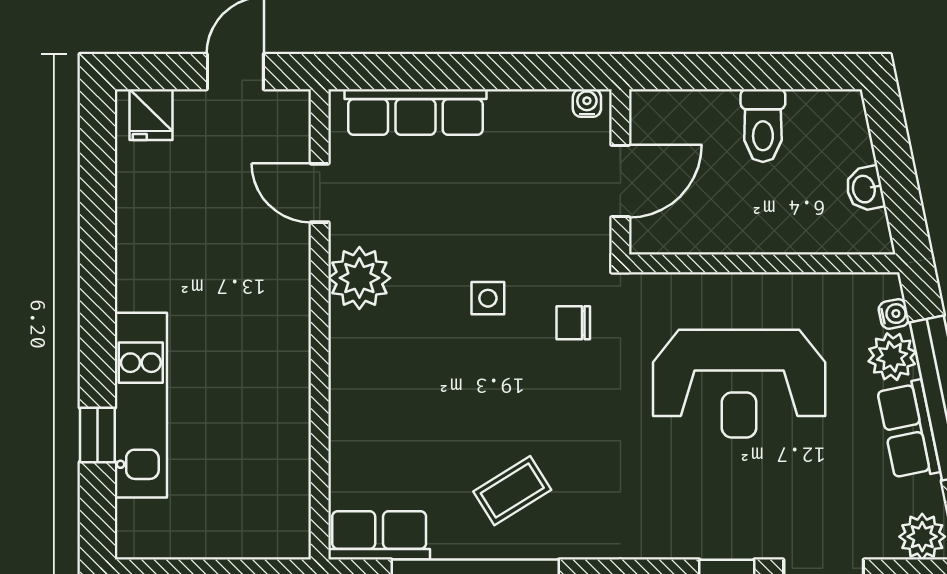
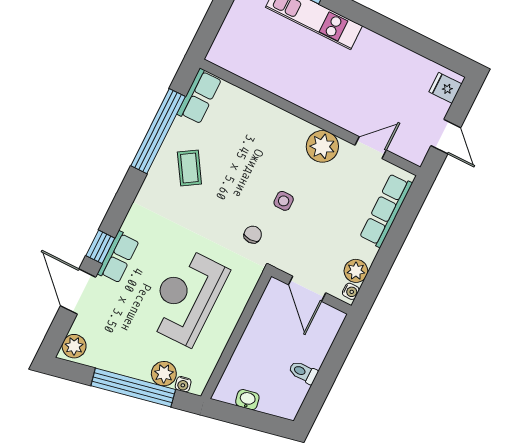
plant: (547, 112) -> (356, 271), added
toilet: (763, 126) -> (303, 372), width x0.73, depth x0.72
row of seats: (908, 430) -> (118, 257), moved, turned 102

